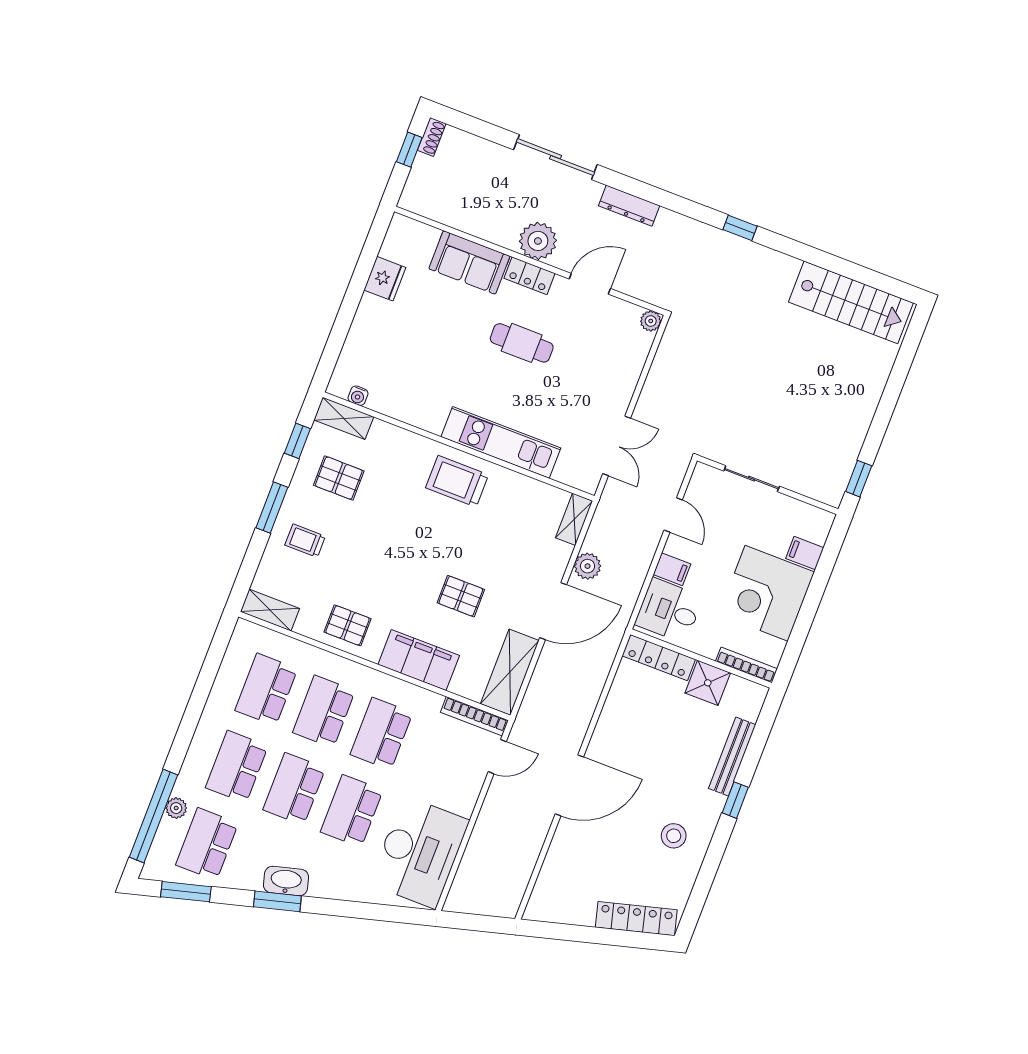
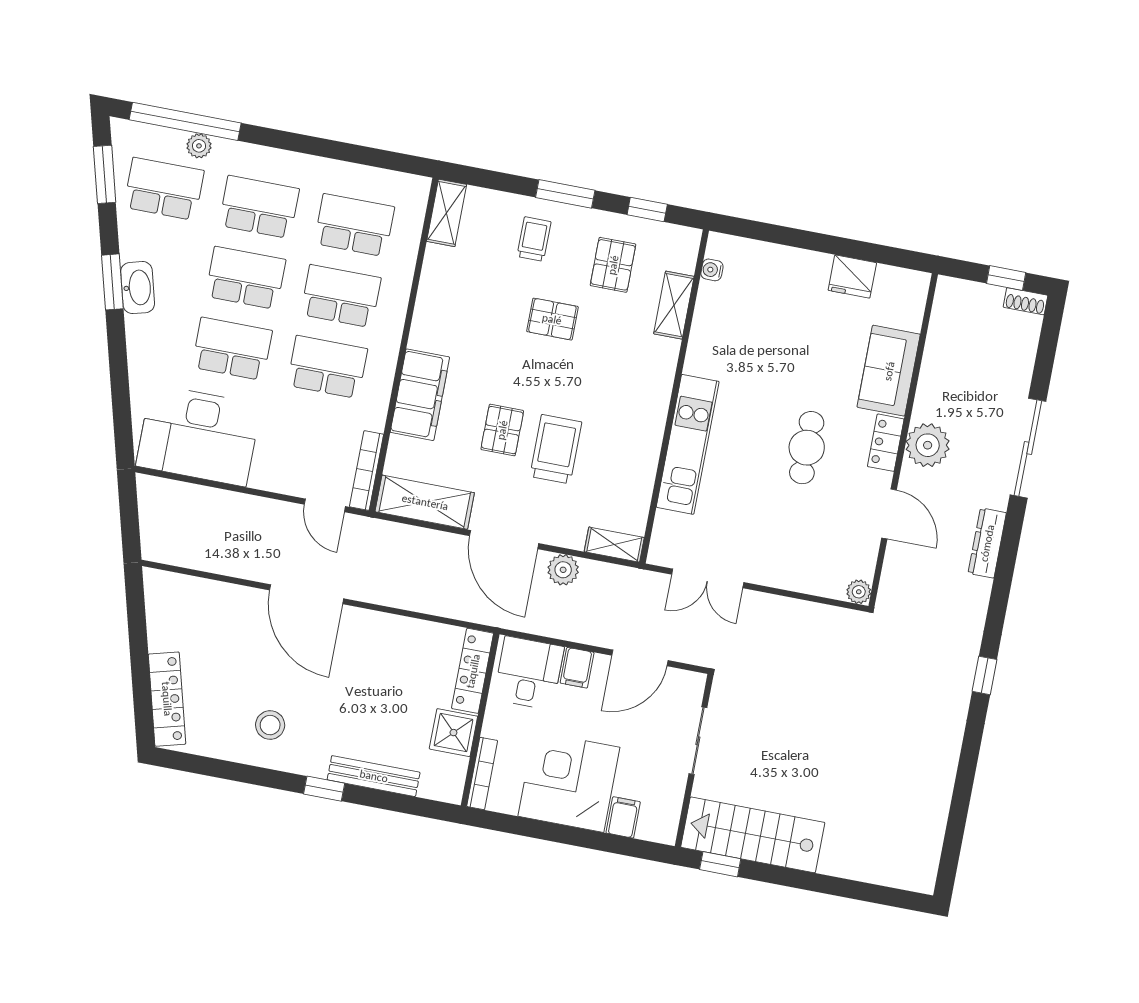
stairs: (851, 302) -> (753, 835), moved, turned 90
shelving: (344, 418) -> (674, 305), moved
trolley: (457, 481) -> (556, 449), moved
door: (673, 515) -> (640, 658), width x1.38
pallet: (348, 625) -> (552, 319), moved, turned 90

